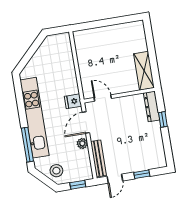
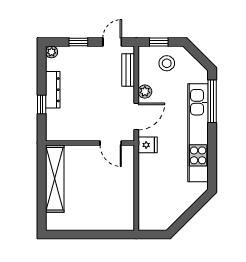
shelving: (144, 71) -> (55, 179), width x1.47
dresser: (152, 106) -> (53, 90), moved
bench: (98, 158) -> (128, 70), width x0.73
plant: (162, 163) -> (52, 52), added
stool: (56, 171) -> (167, 63), moved

